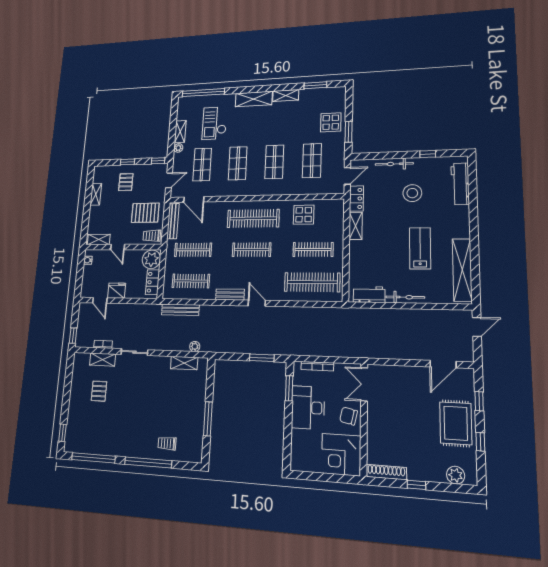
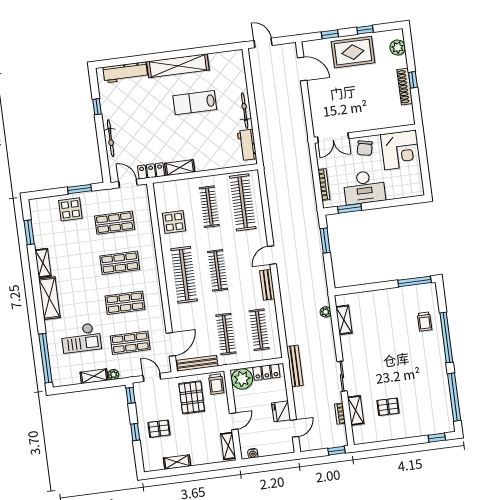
stool: (412, 193) -> (140, 117), removed
shelving: (462, 270) -> (178, 66), moved
bench: (180, 310) -> (295, 366), moved
window: (208, 419) -> (415, 281), moved
shoe rack: (386, 472) -> (405, 87), moved

